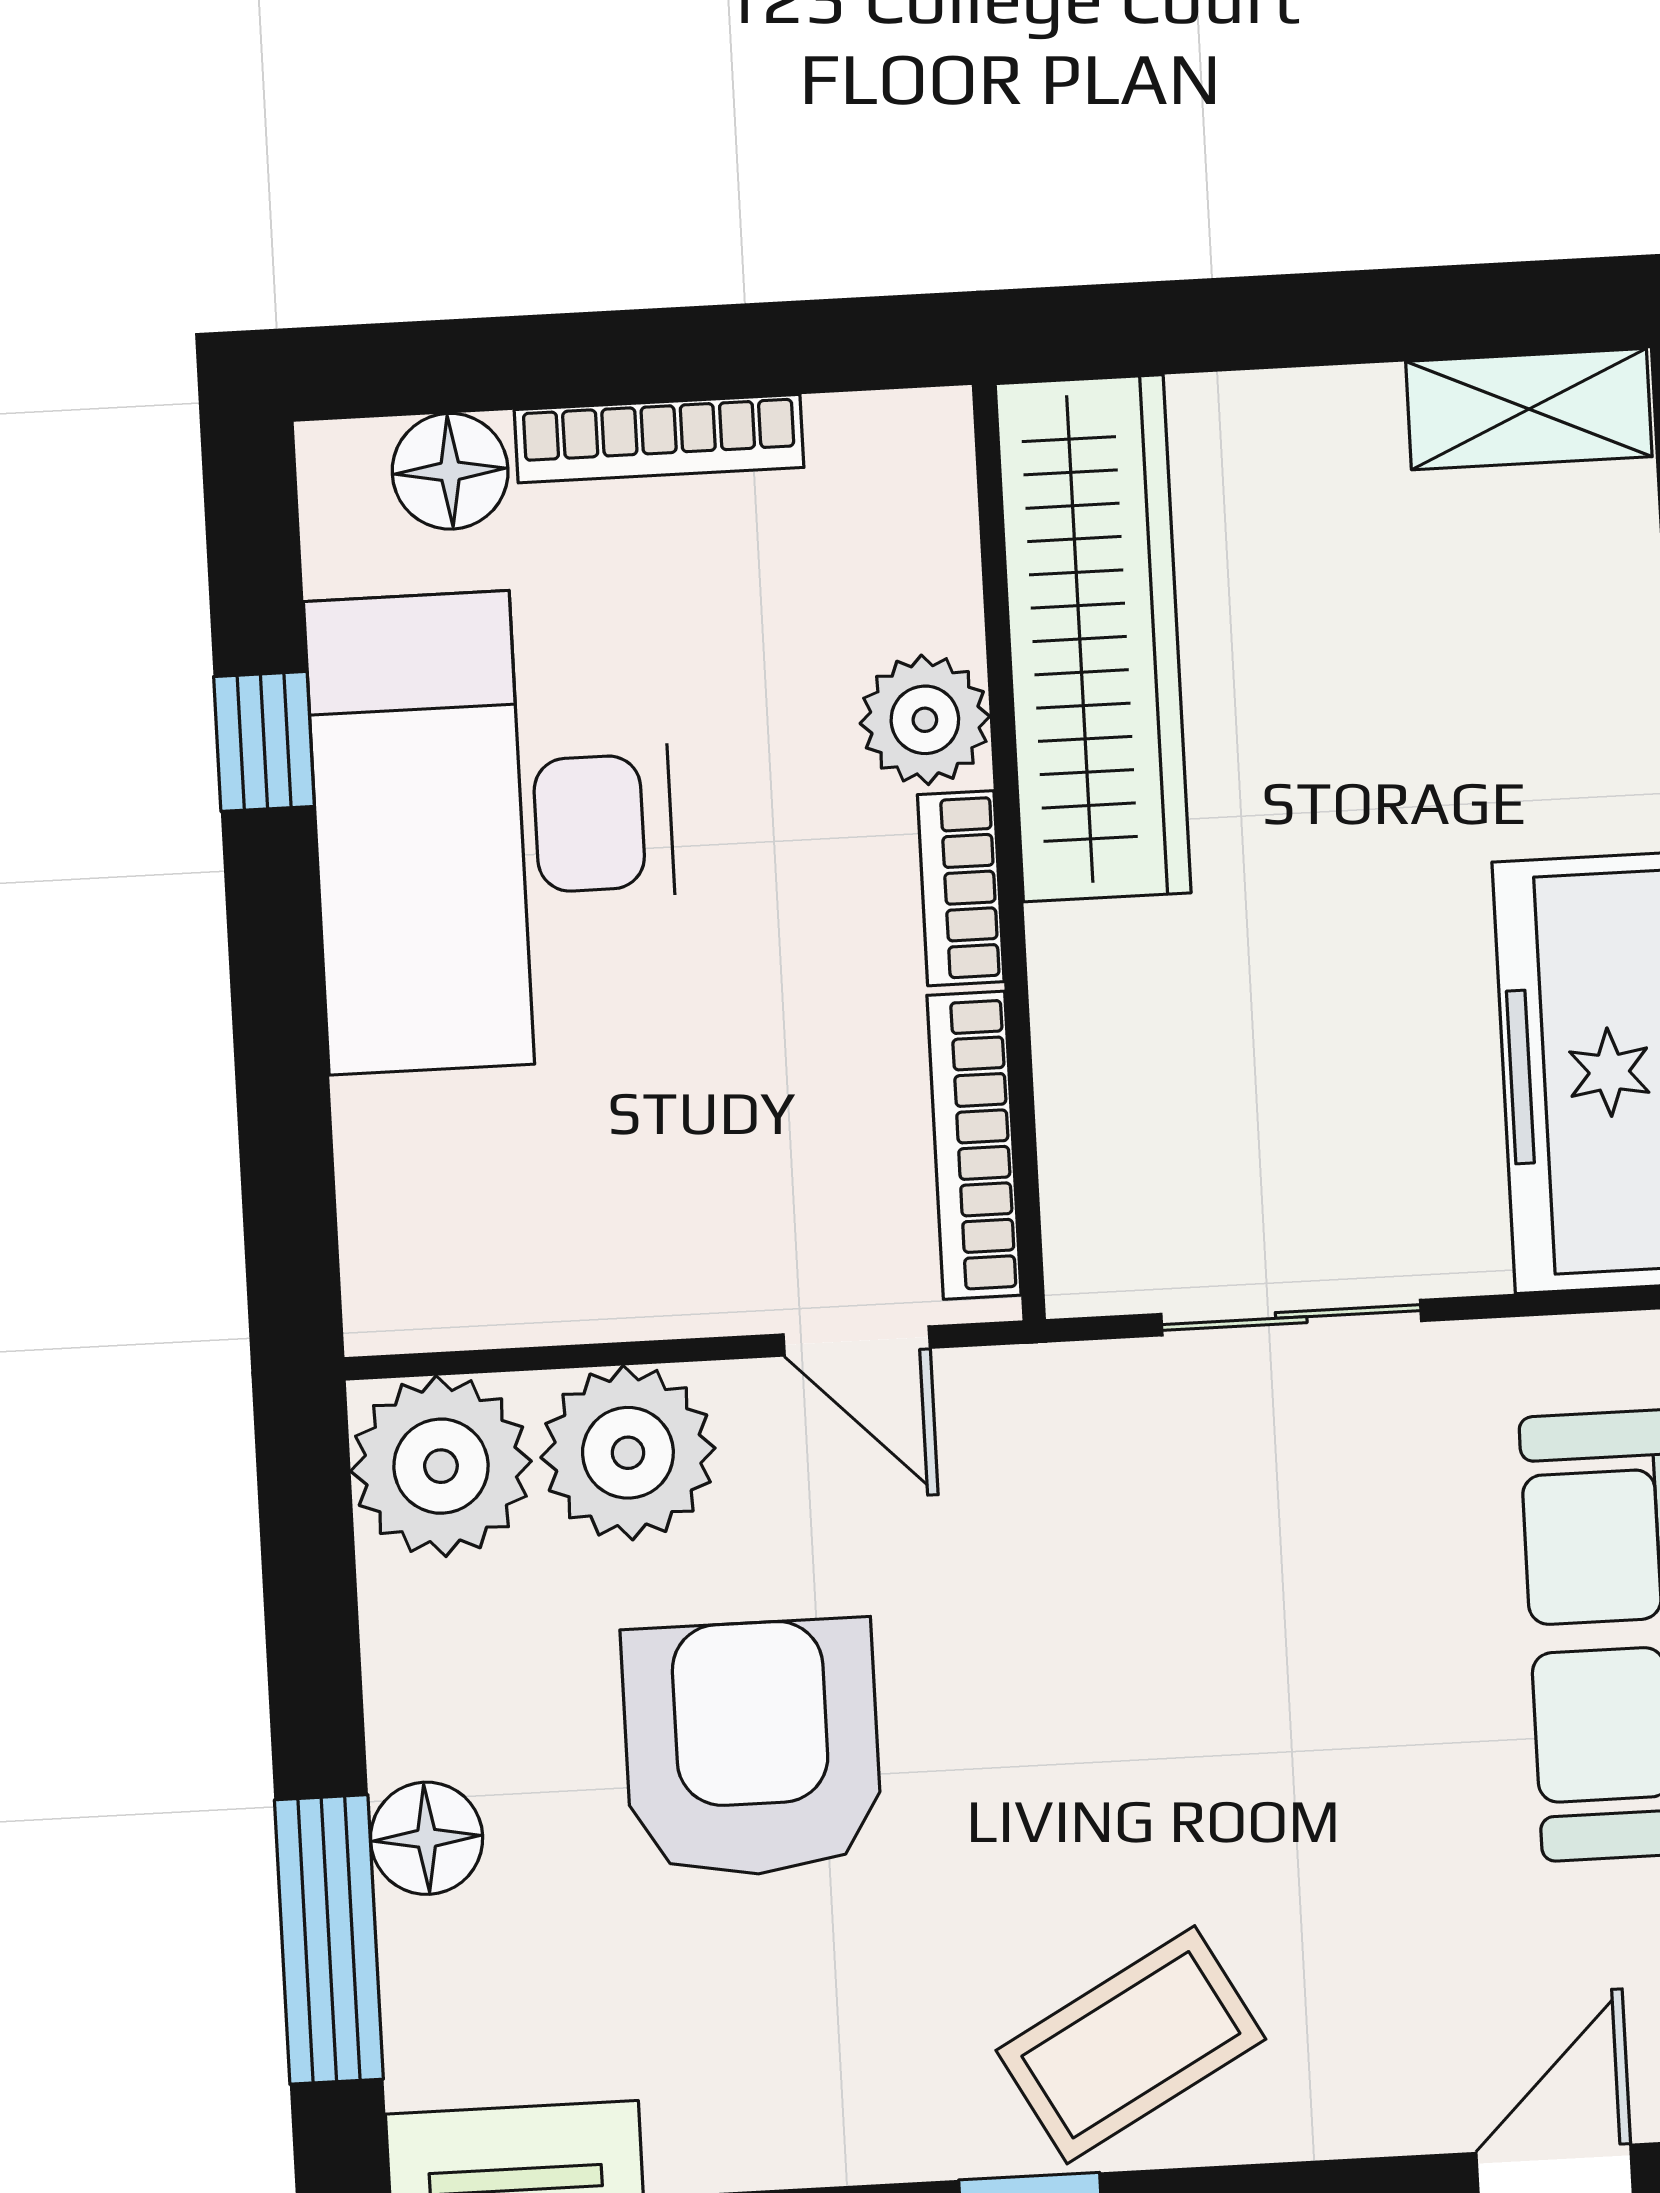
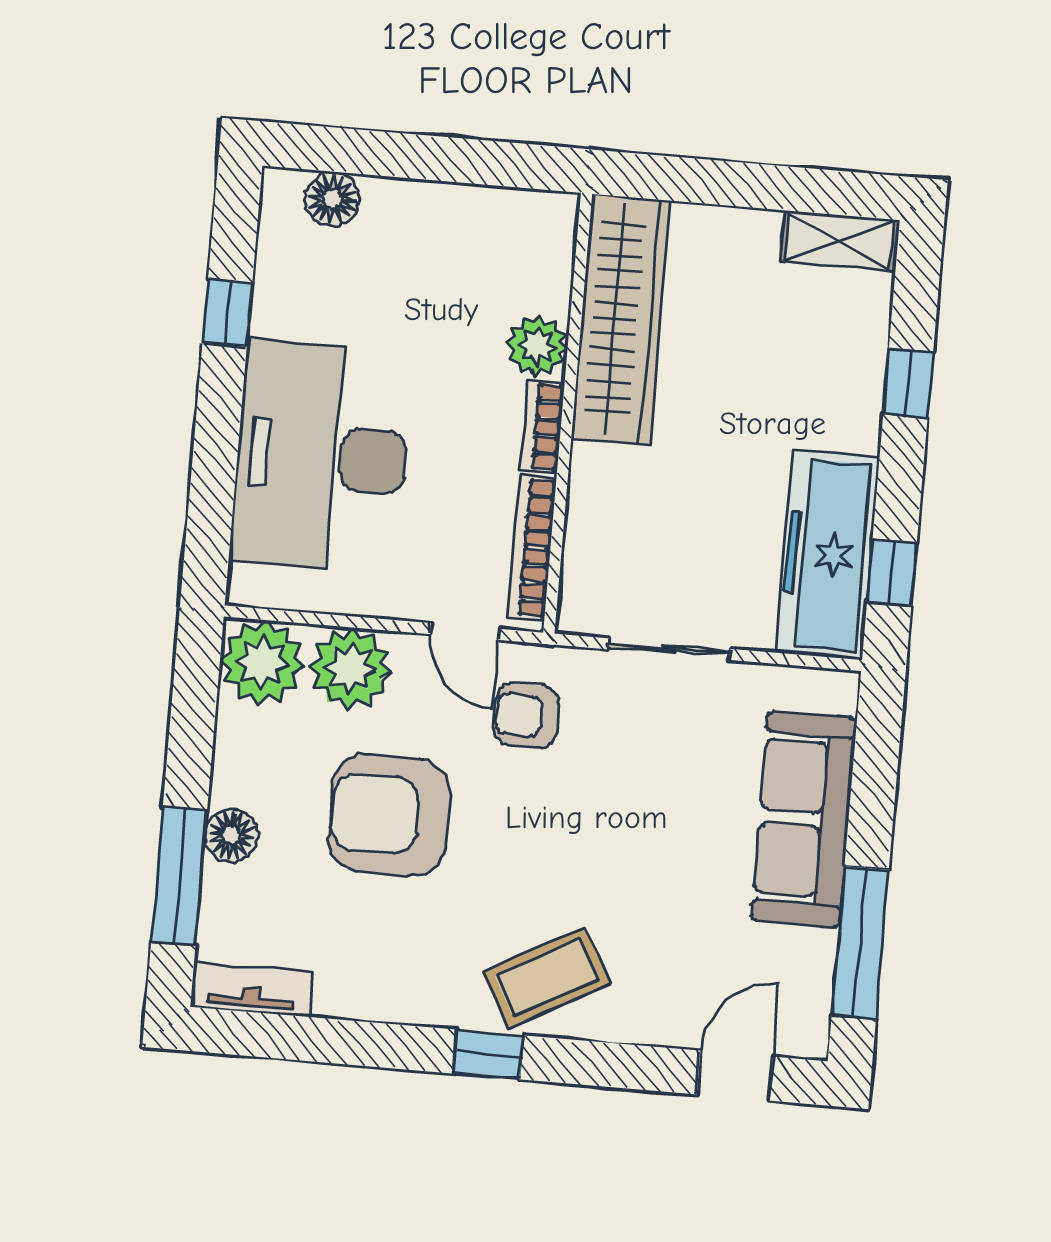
bookcase: (659, 439) -> (432, 197), removed
desk: (494, 829) -> (321, 457), moved
armchair: (1012, 1499) -> (527, 716), added
armchair: (752, 1748) -> (389, 815), turned -90

